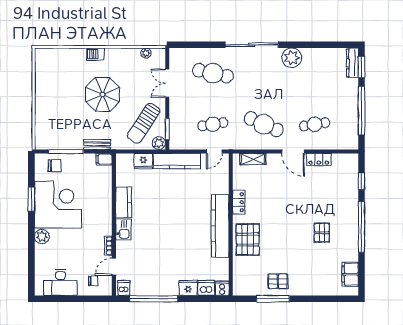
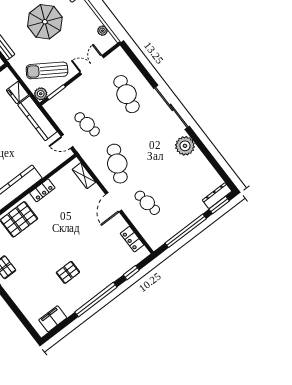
locker: (319, 160) -> (132, 239), moved

